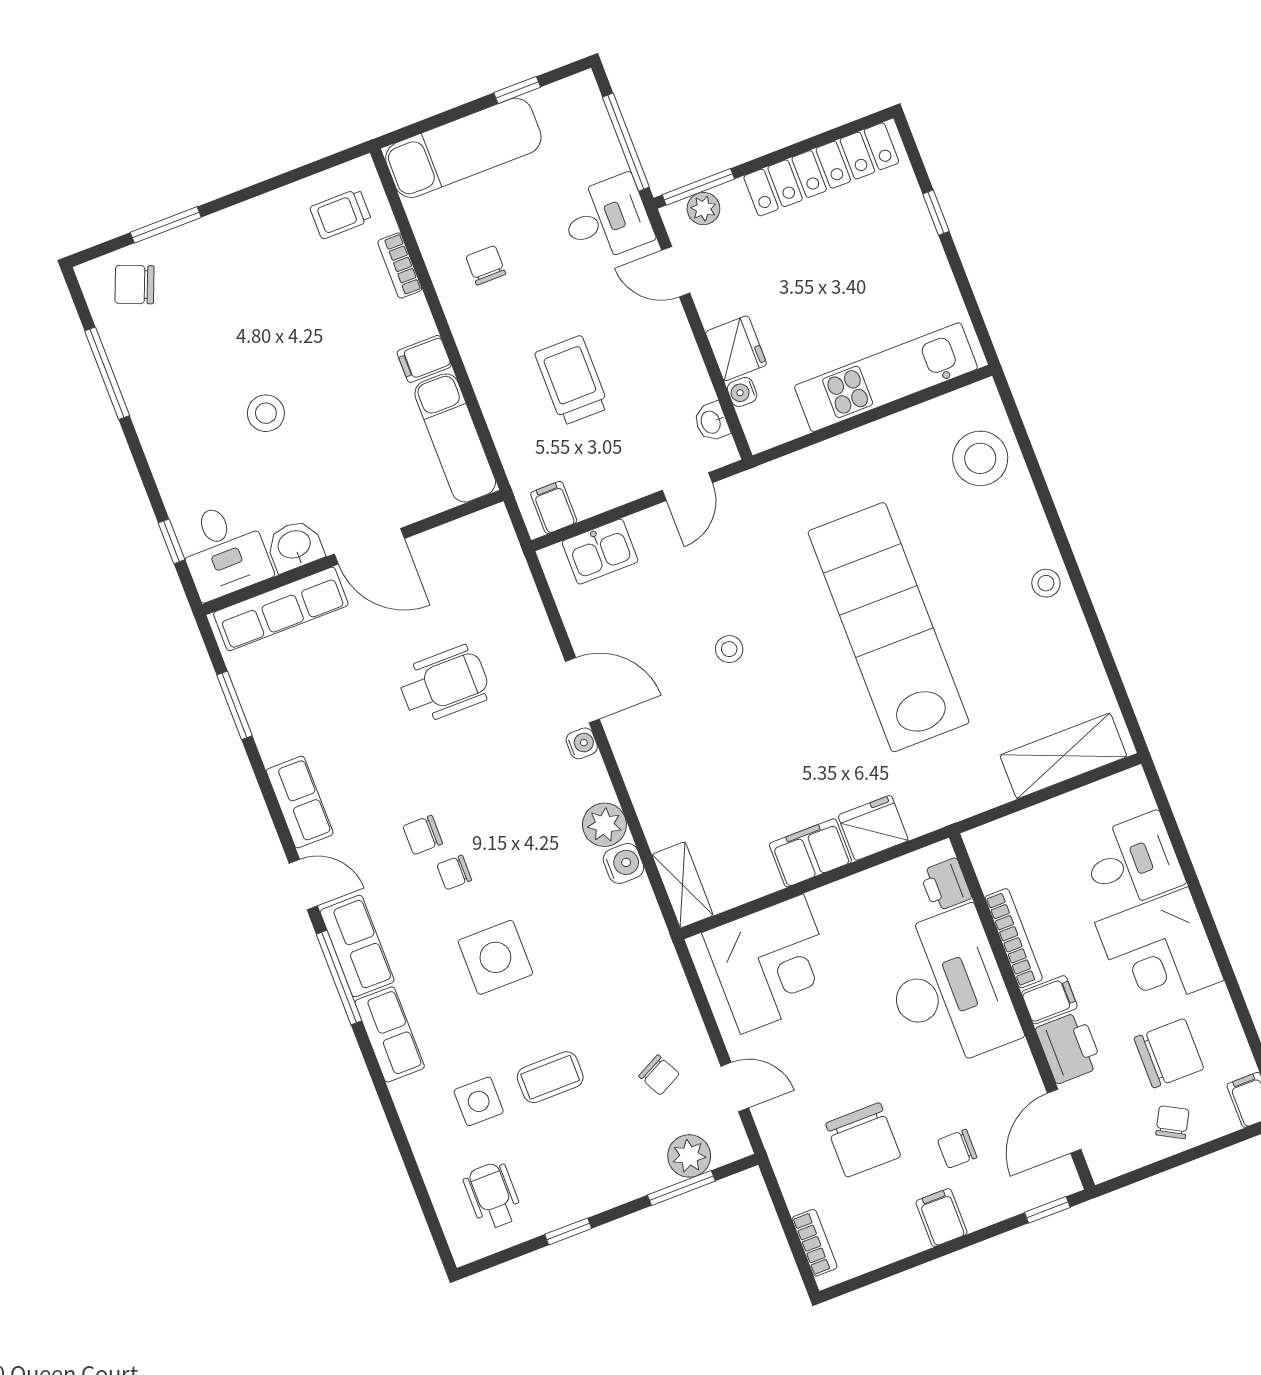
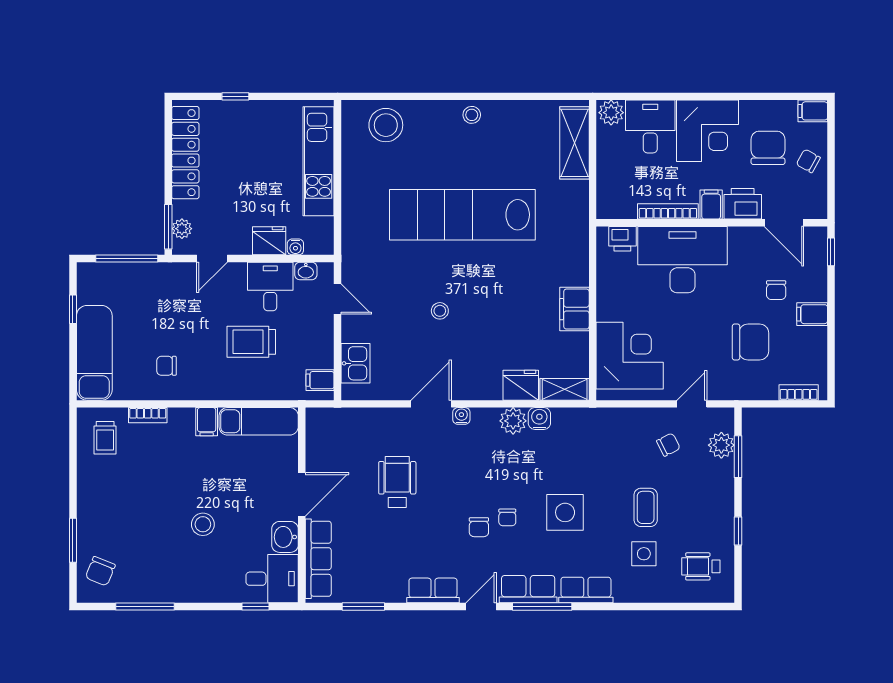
desk: (607, 219) -> (270, 286), moved
plant: (1131, 794) -> (611, 113), added
fridge: (873, 828) -> (521, 385), moved, turned 90

